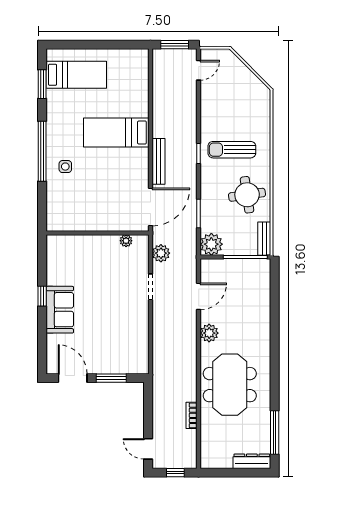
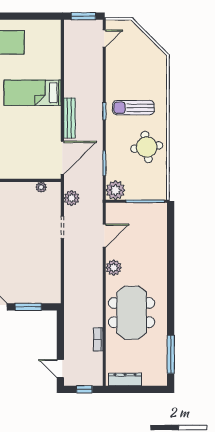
bench: (264, 239) -> (162, 185), removed
dresser: (252, 461) -> (125, 379), moved

